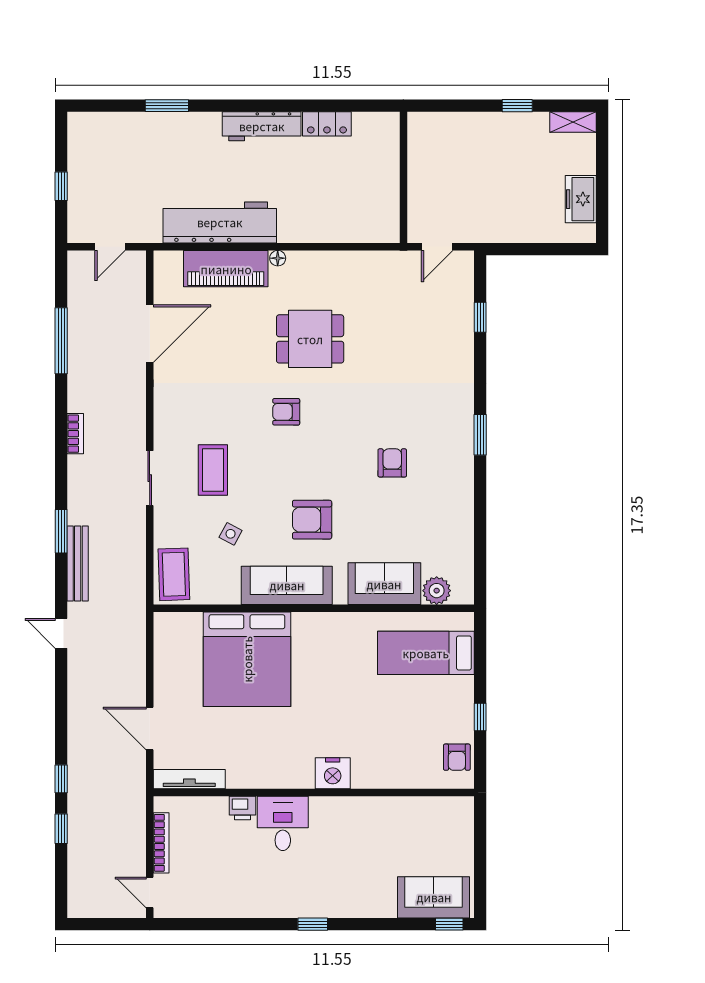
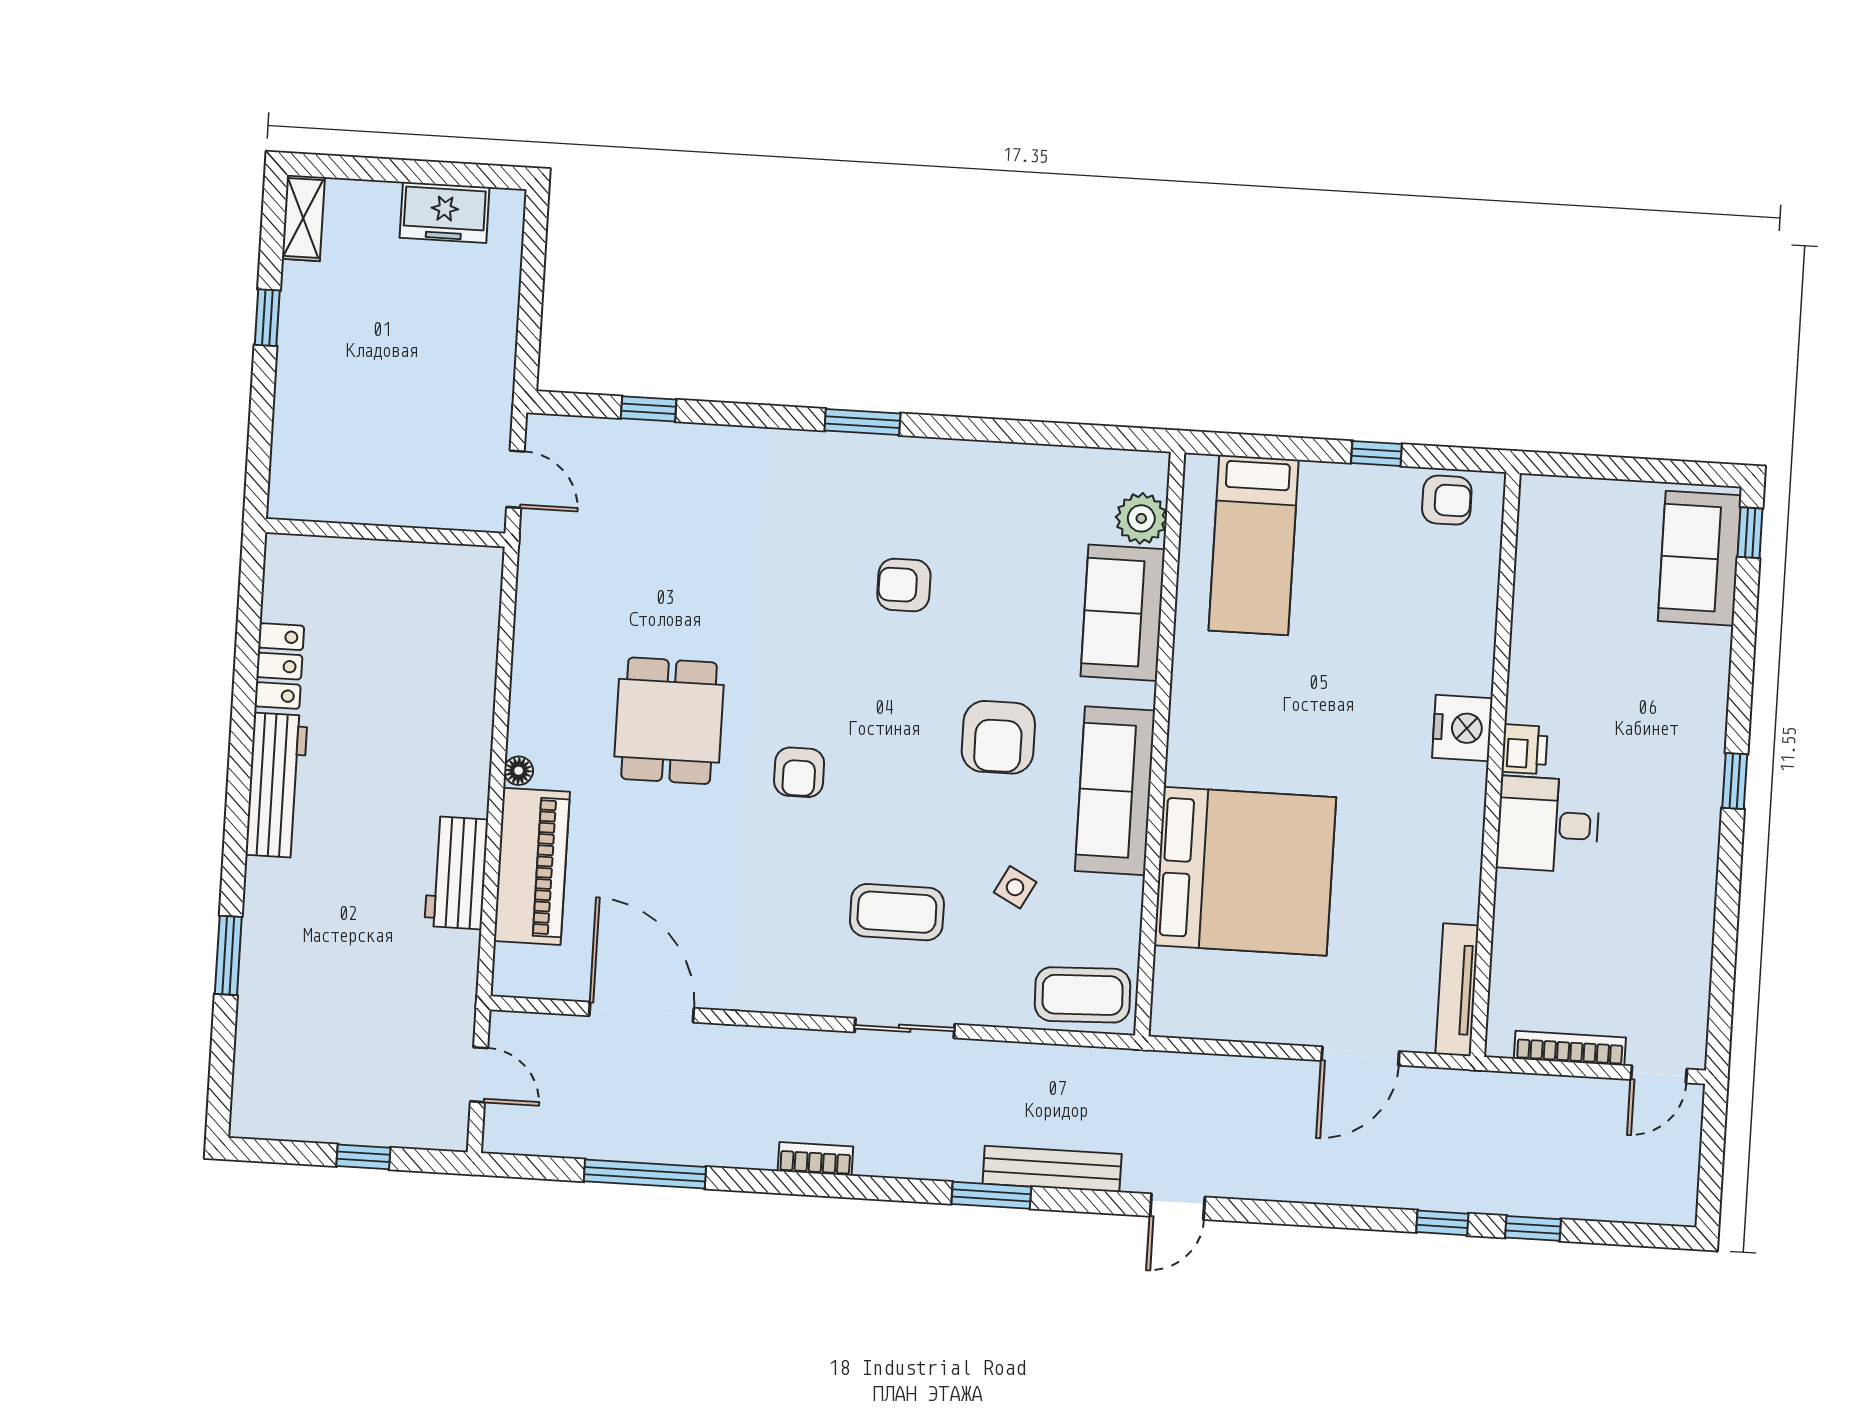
workbench: (220, 222) -> (456, 873), width x0.53, depth x0.76
printer: (242, 808) -> (1524, 749), moved

